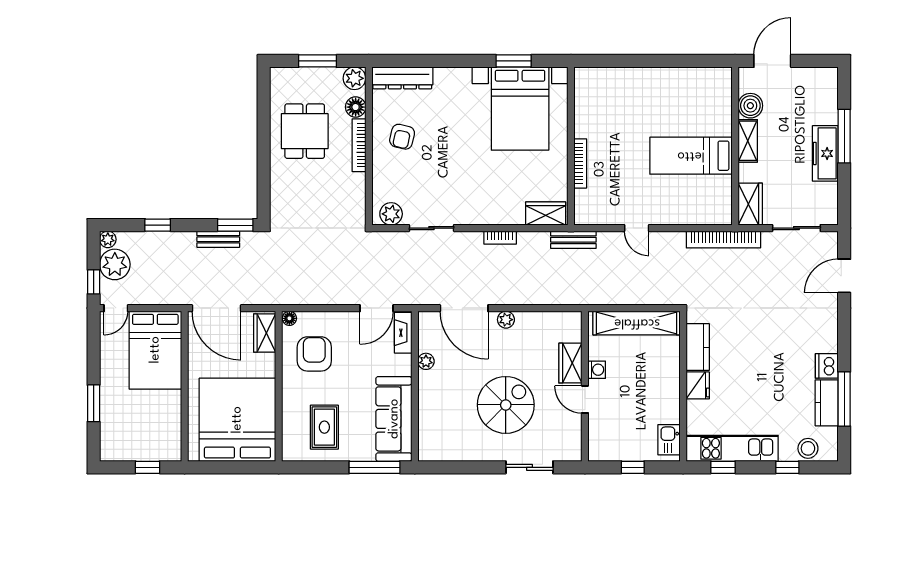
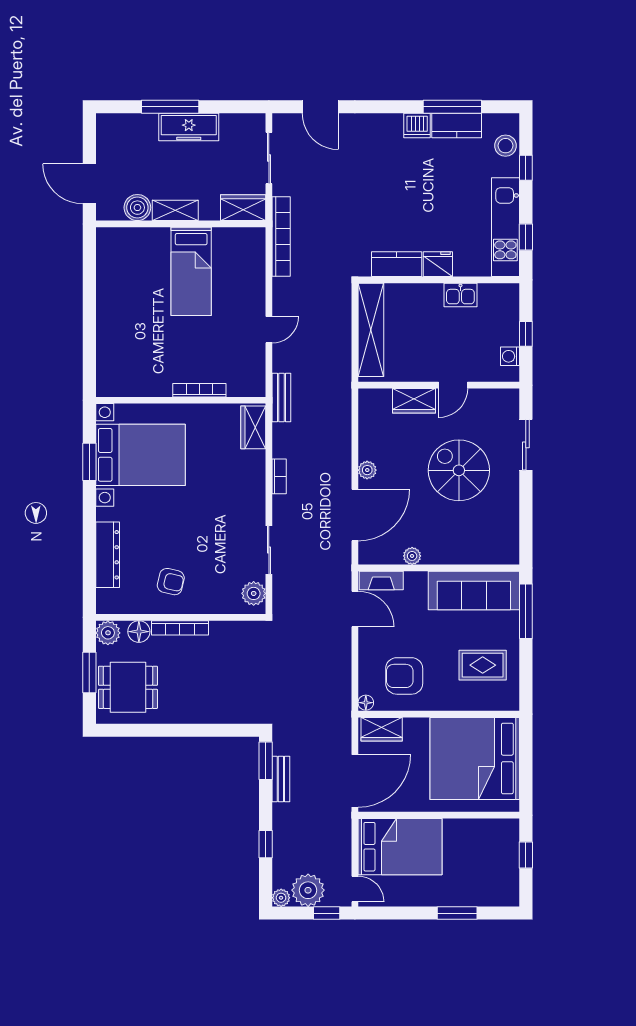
dresser: (402, 78) -> (108, 555), moved
dining table: (305, 131) -> (128, 687), moved
washing machine: (597, 370) -> (510, 356), moved, turned -90
kitchen sink: (669, 440) -> (460, 295), moved

